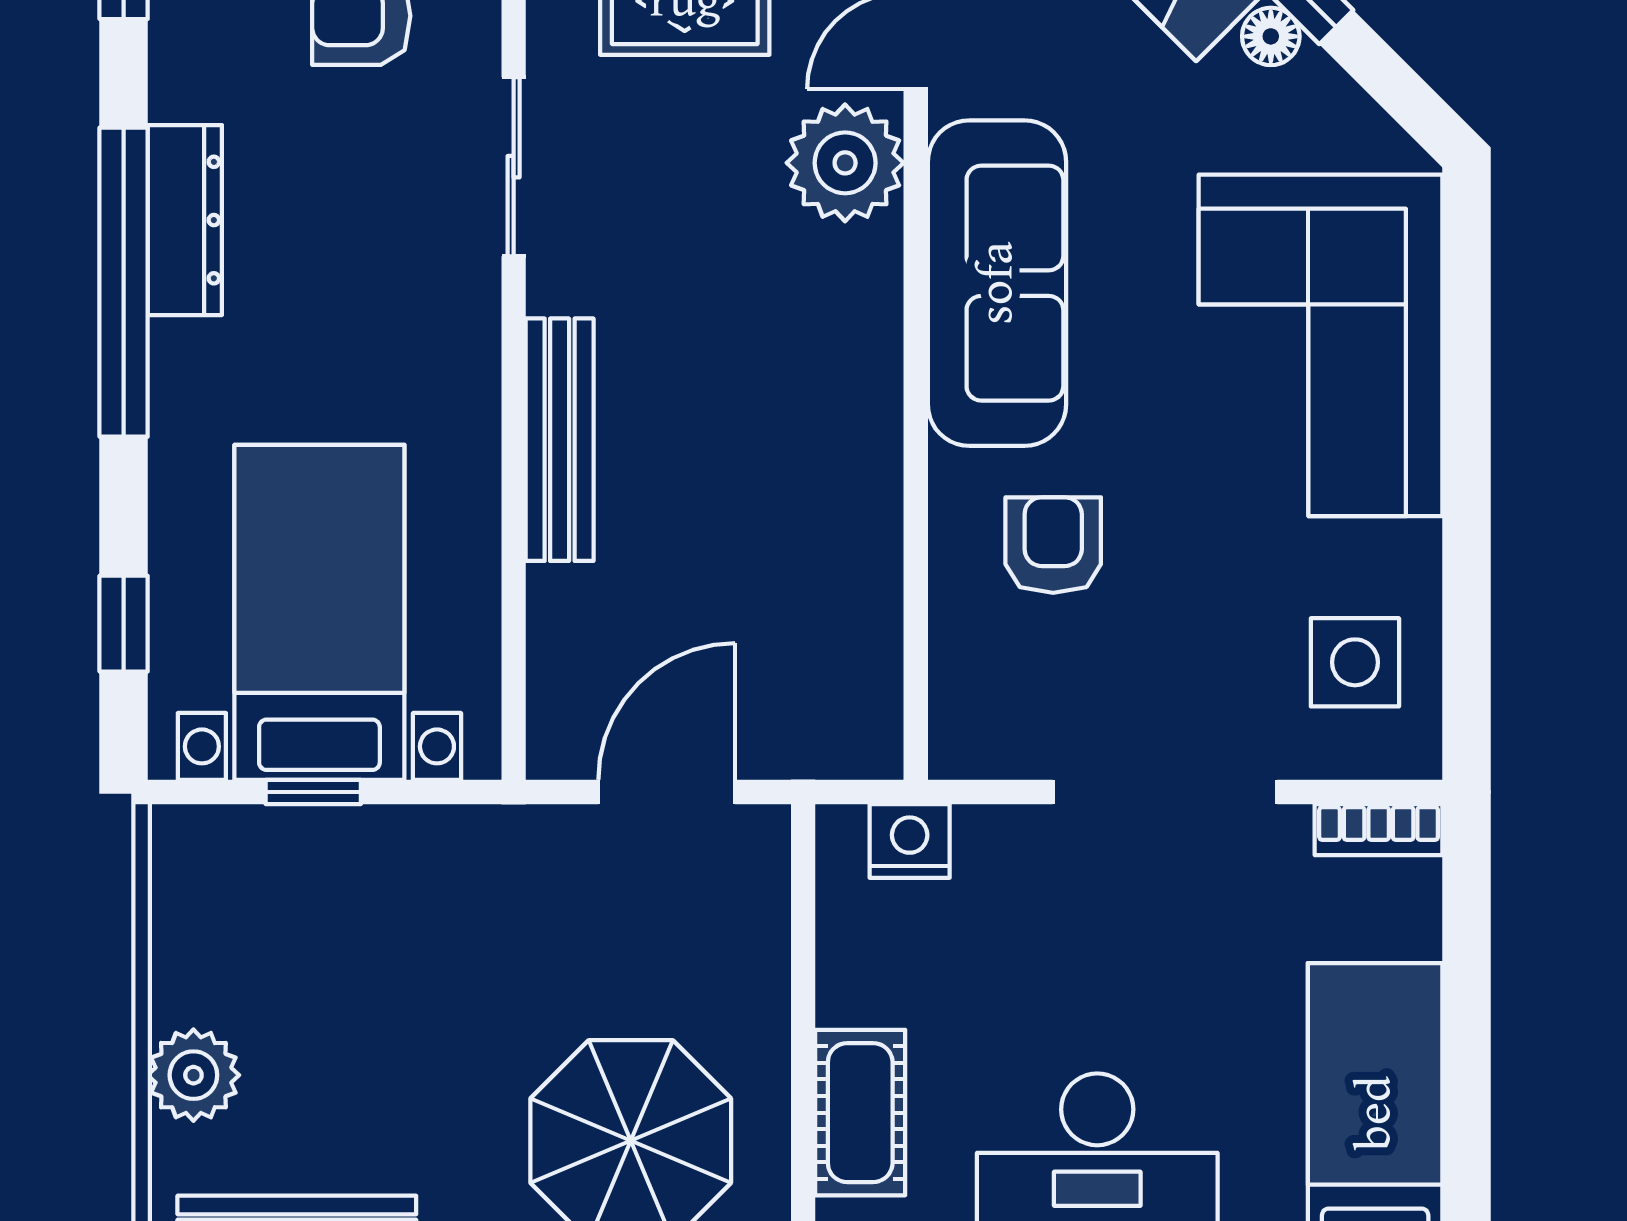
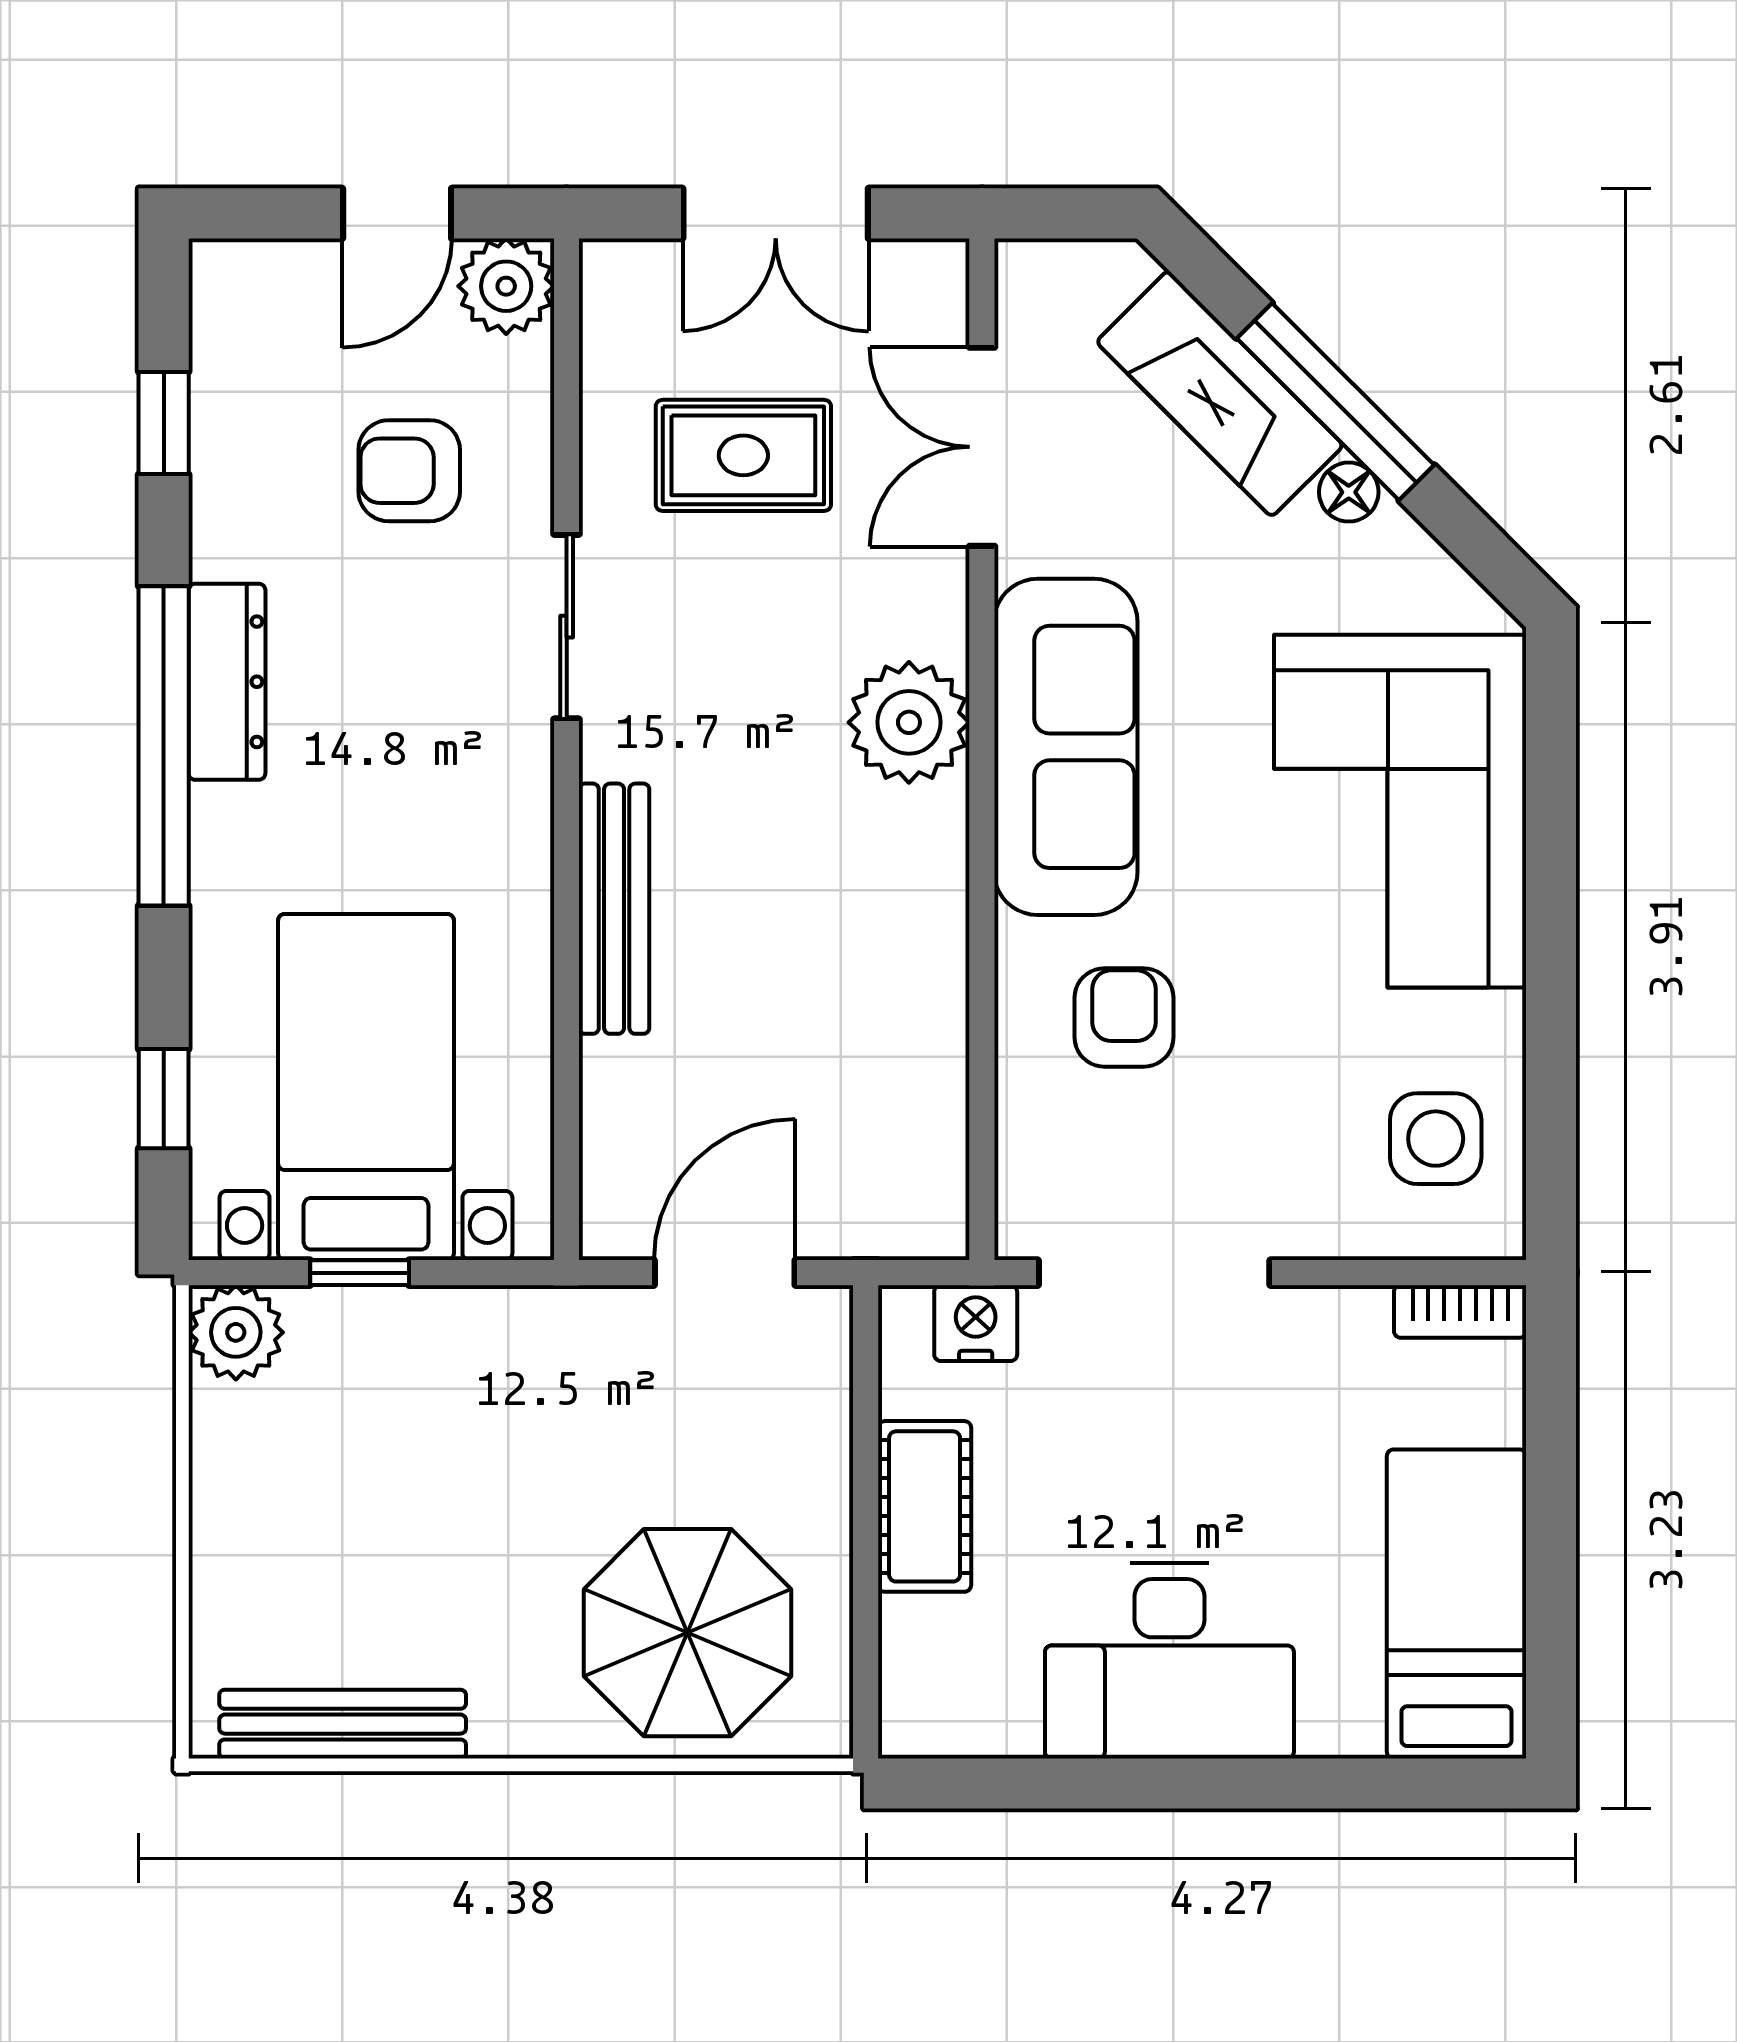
plant: (845, 163) -> (909, 722), moved
doorway: (1165, 792) -> (1154, 1273), moved
plant: (193, 1075) -> (236, 1332), moved
cot: (860, 1113) -> (925, 1506), moved

